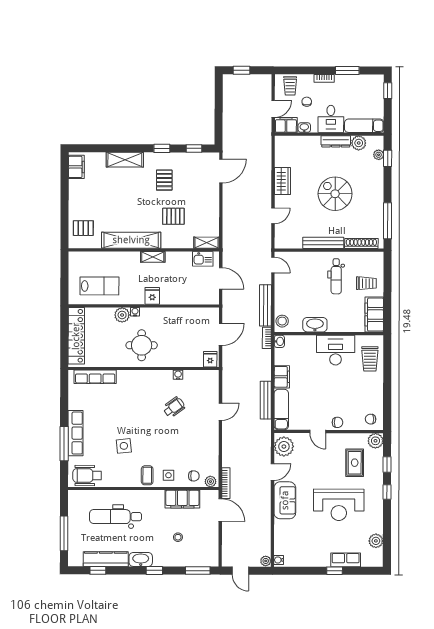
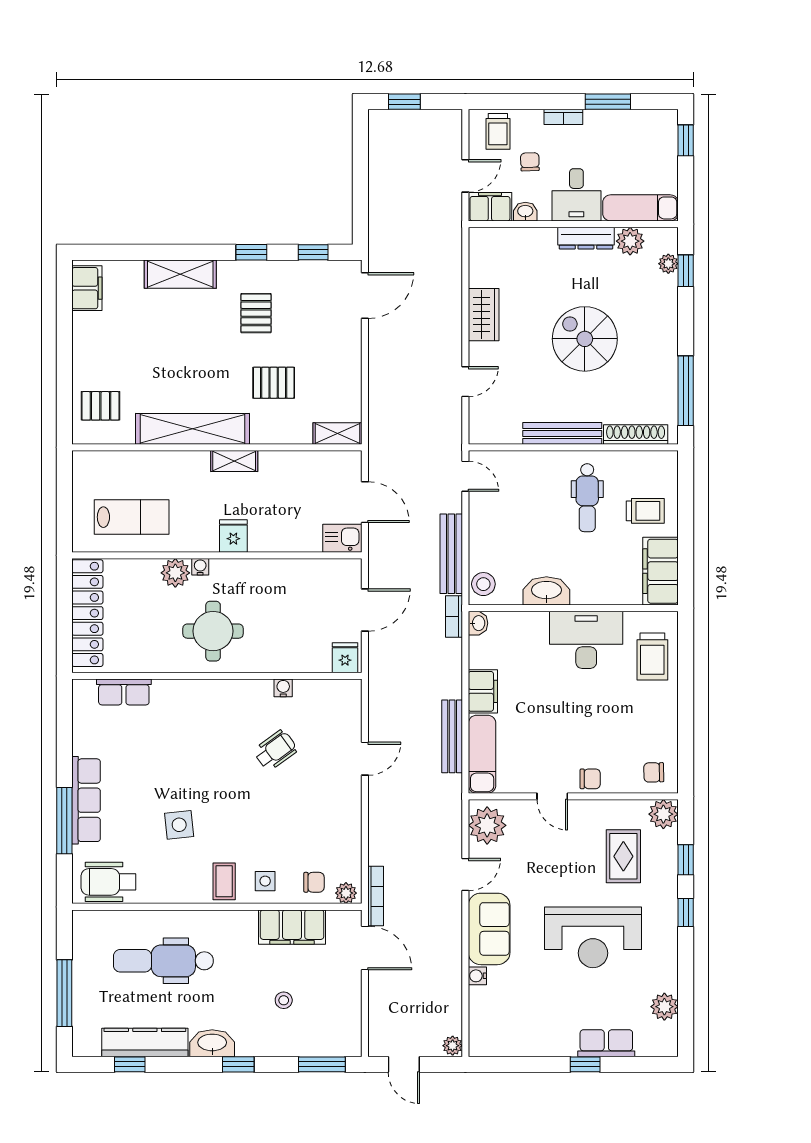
kitchen sink: (203, 259) -> (342, 538), moved, turned 180
row of seats: (95, 377) -> (124, 692), width x0.68
water cooler: (279, 560) -> (477, 976), moved

